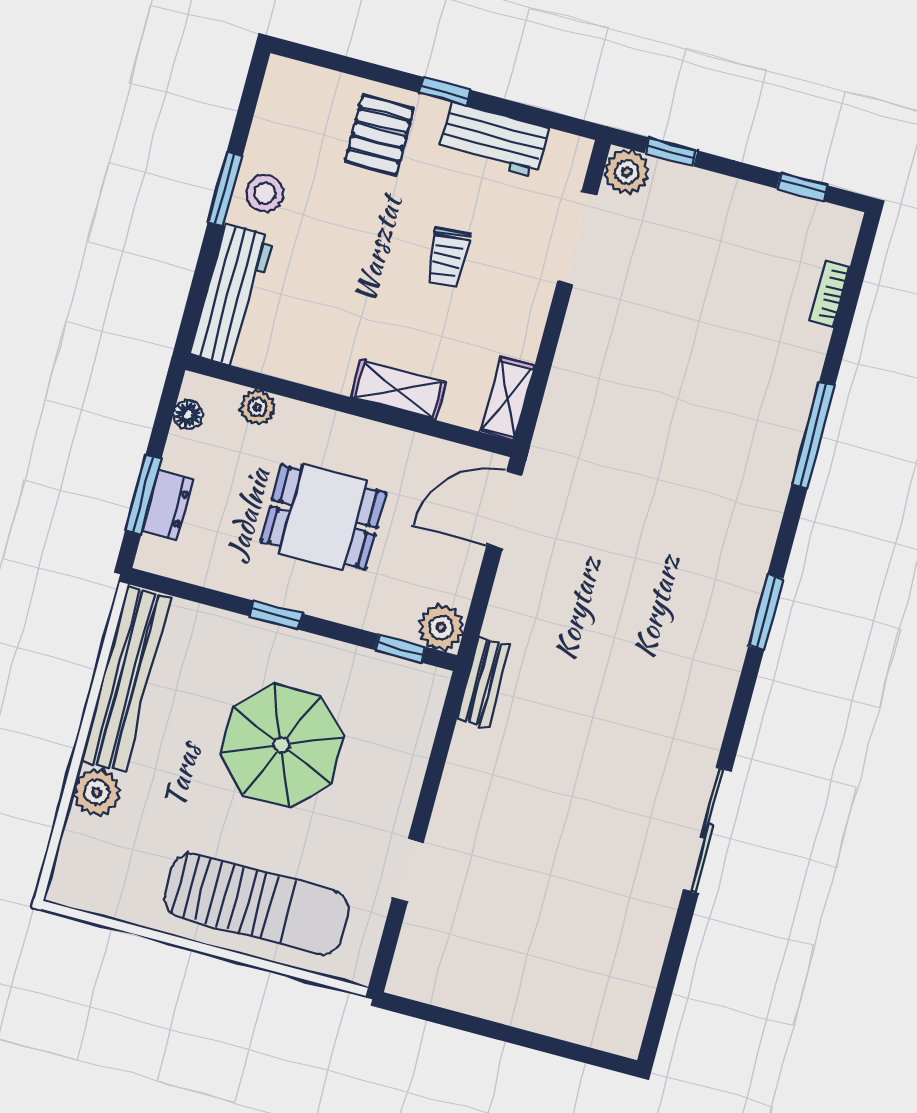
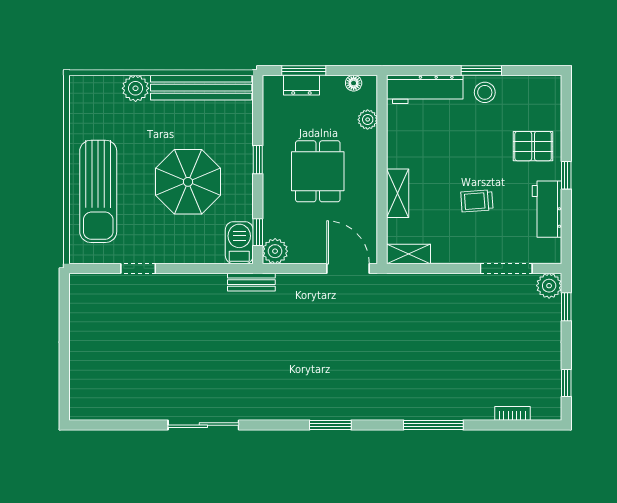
barbecue: (410, 685) -> (239, 243), added

